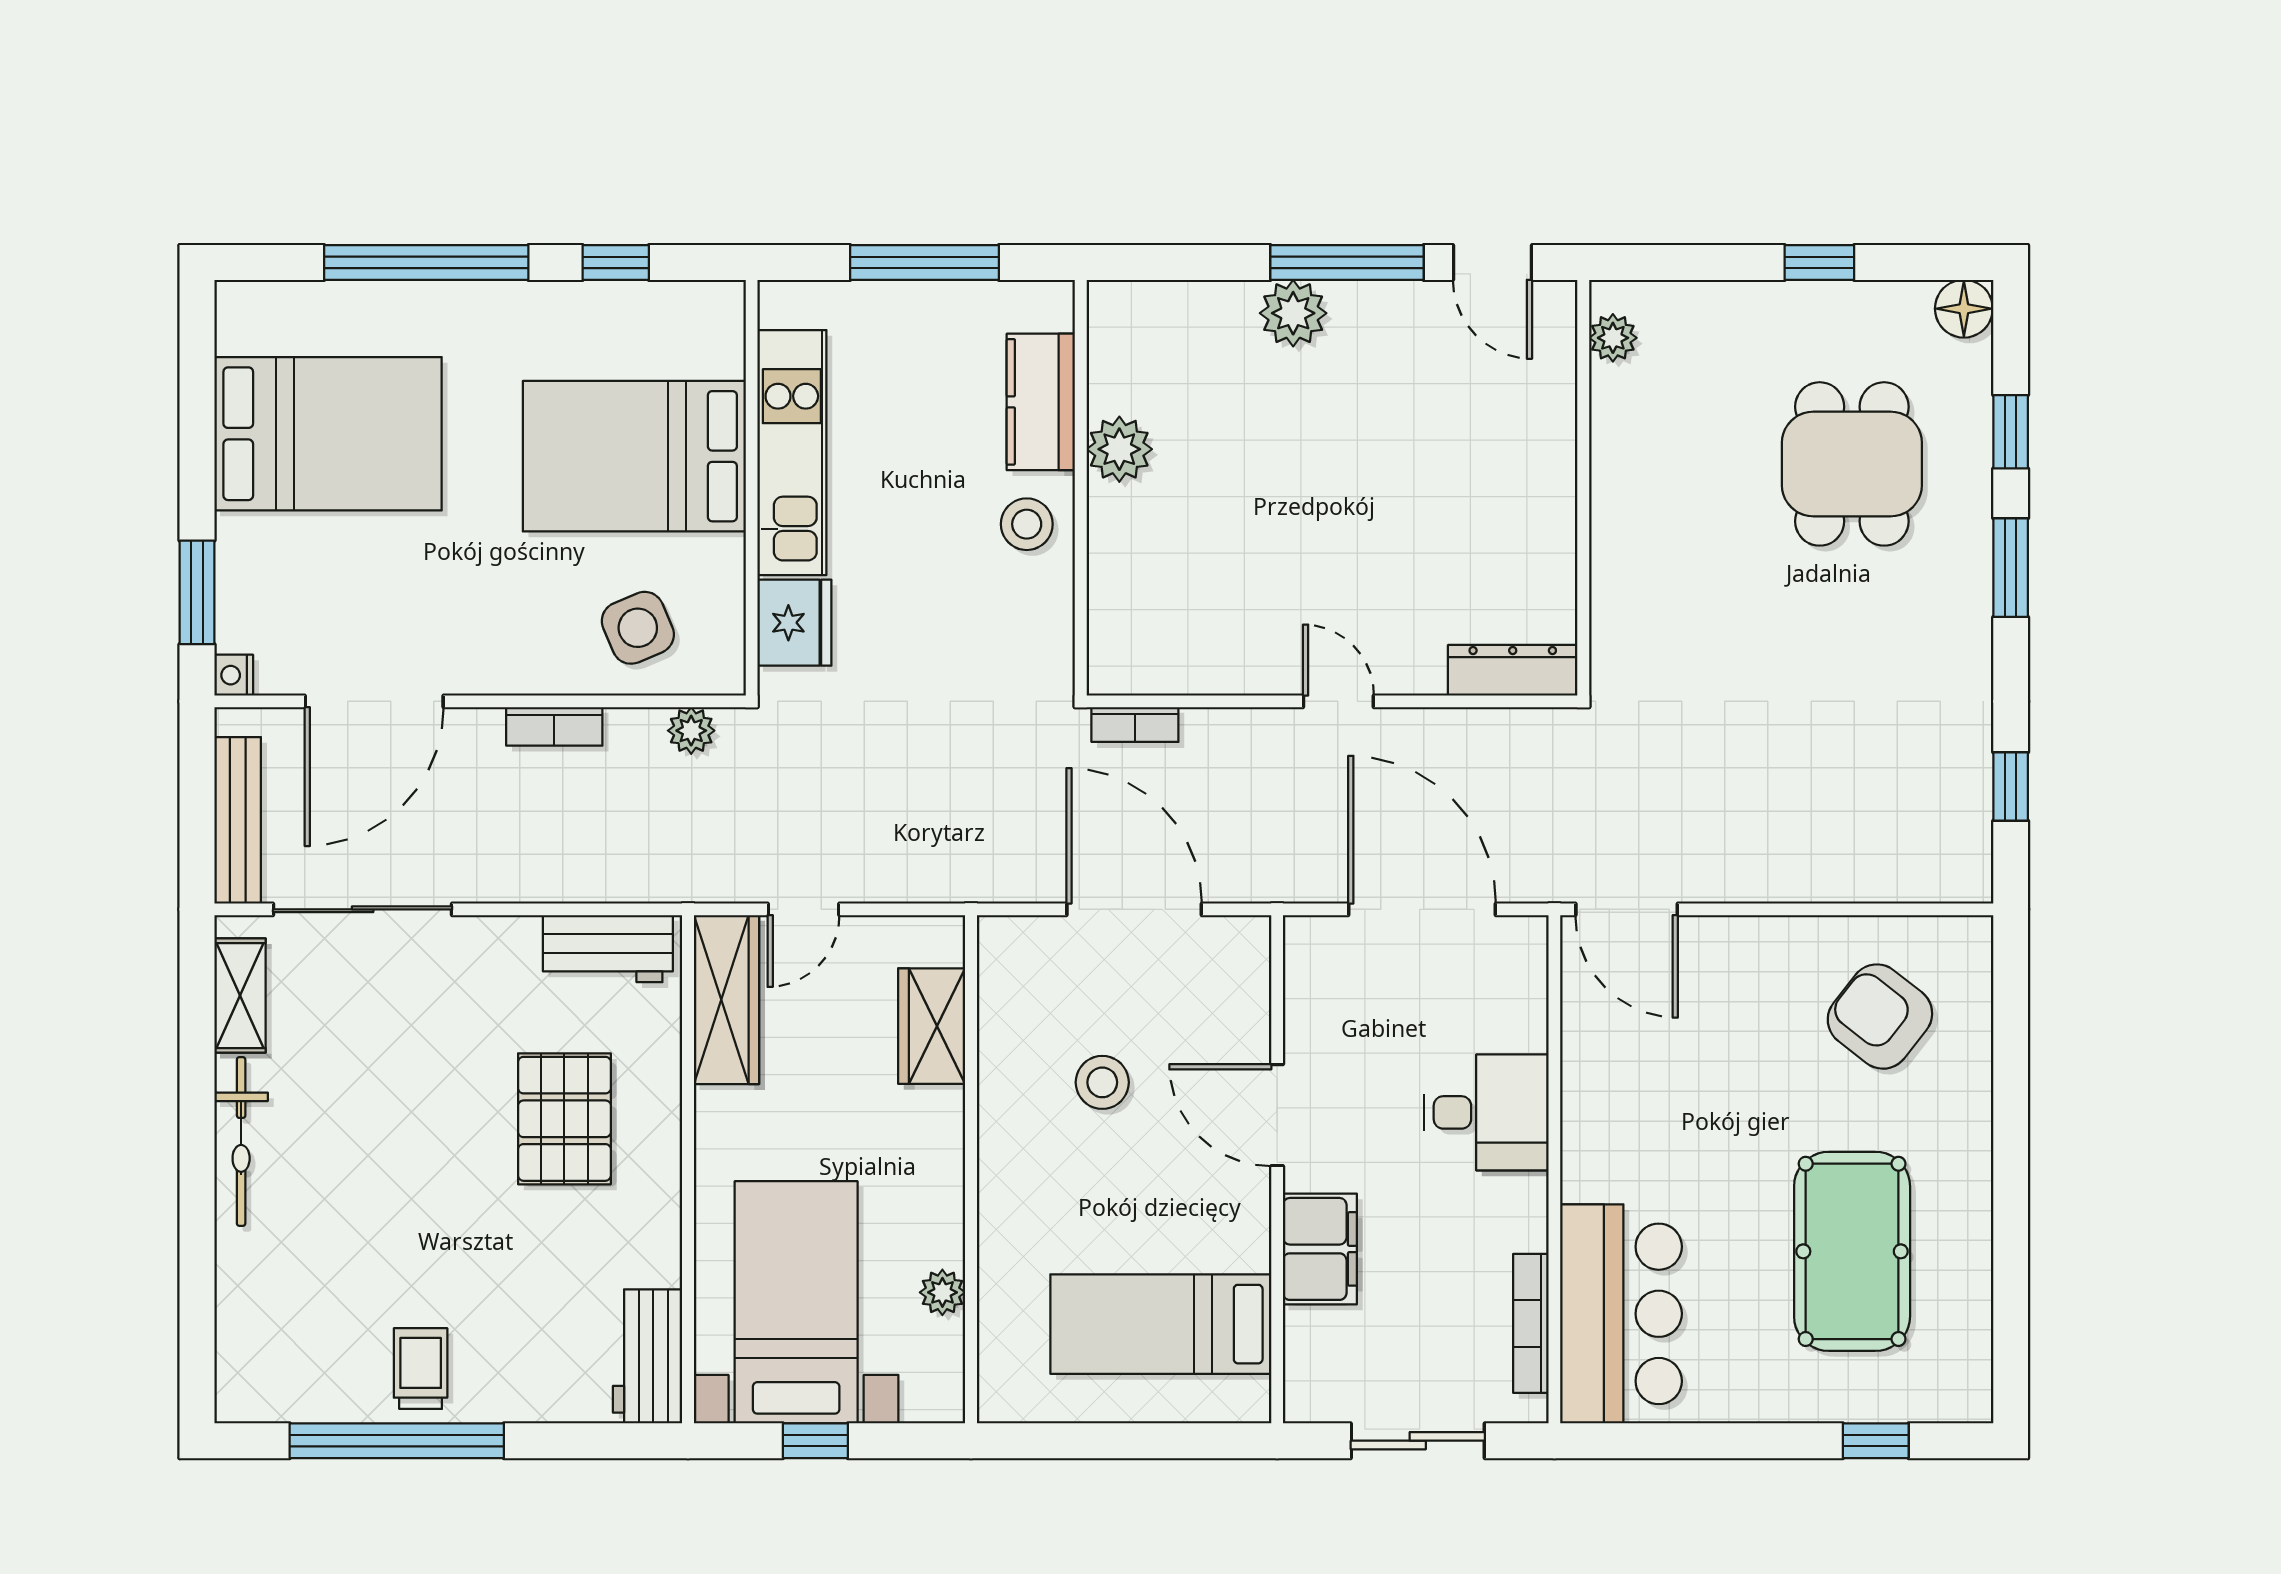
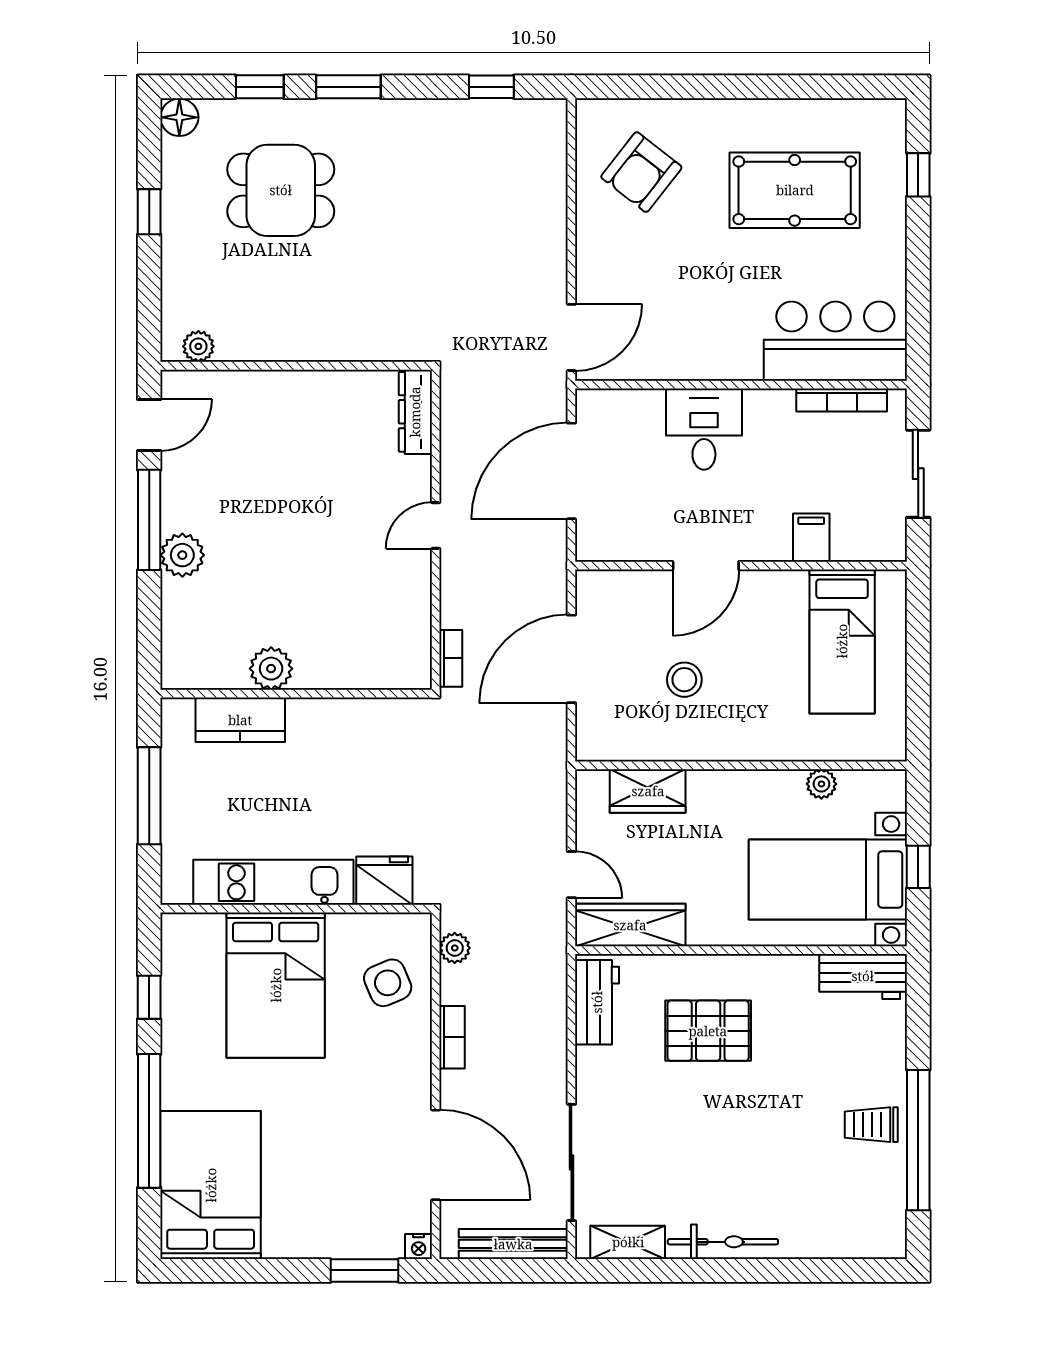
bed: (328, 434) -> (211, 1185), moved
stool: (1027, 524) -> (320, 729), removed
filing cabinet: (1320, 1249) -> (811, 538), width x0.50

